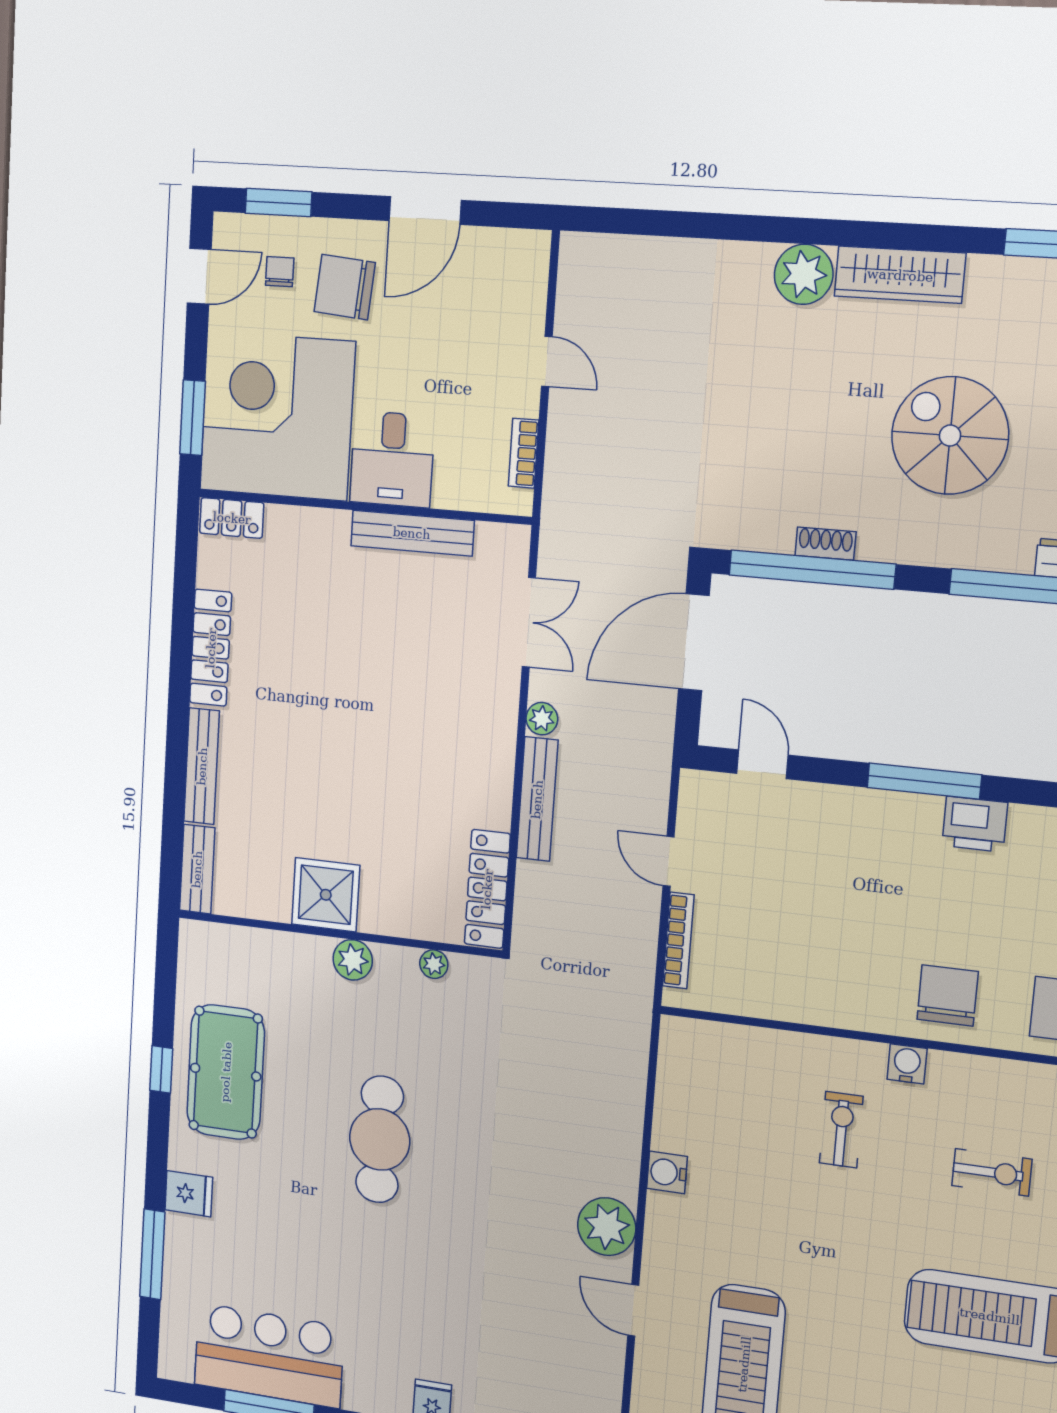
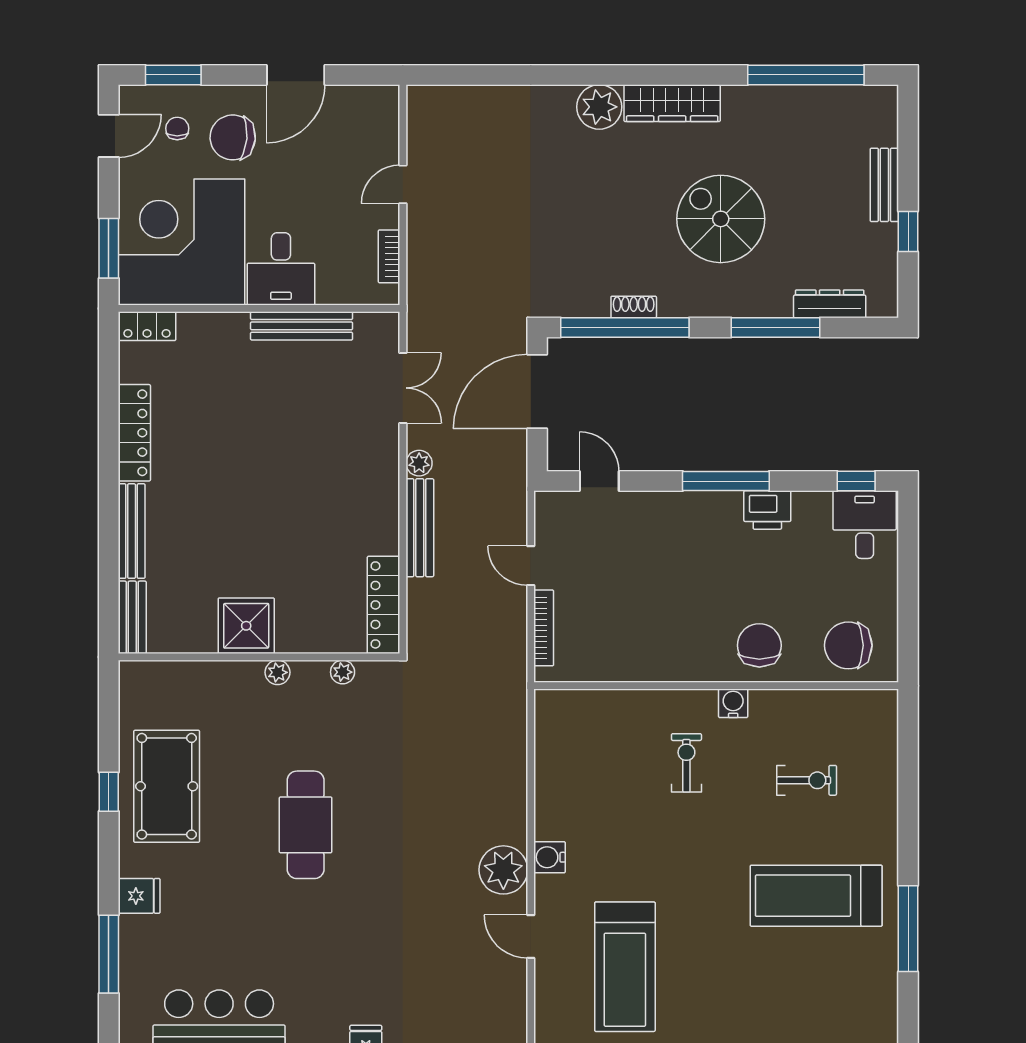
door: (547, 361) -> (403, 184), swing flipped
plant: (353, 960) -> (277, 672), width x0.73, depth x0.73
water cooler: (667, 1172) -> (550, 857), moved

